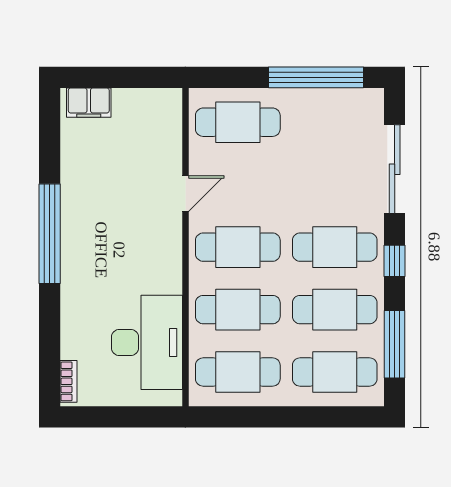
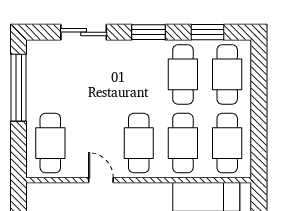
sliding door: (395, 169) -> (84, 32), width x0.73
cafe table: (335, 247) -> (139, 74), removed
window: (395, 261) -> (149, 32), width x1.50
window: (395, 344) -> (207, 32), width x0.69

